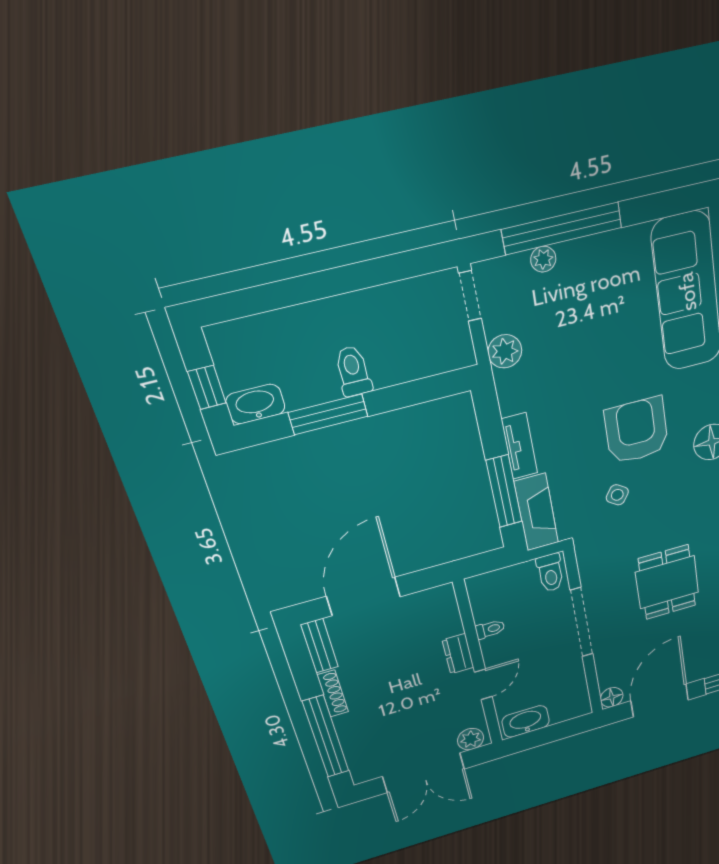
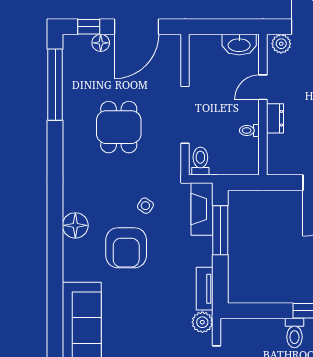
tv unit: (519, 446) -> (205, 289), moved
floor lamp: (612, 697) -> (101, 43), moved

